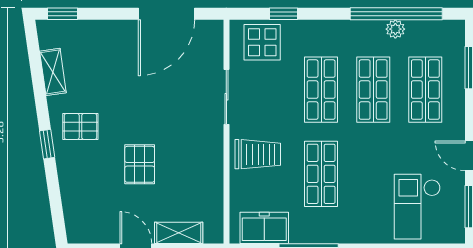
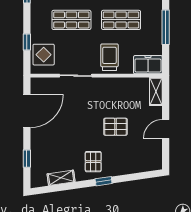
window: (62, 14) -> (27, 159), moved
door: (166, 14) -> (27, 111), hinge flipped
freezer: (264, 228) -> (148, 65), moved, turned 90
shelving: (179, 233) -> (156, 91), moved

